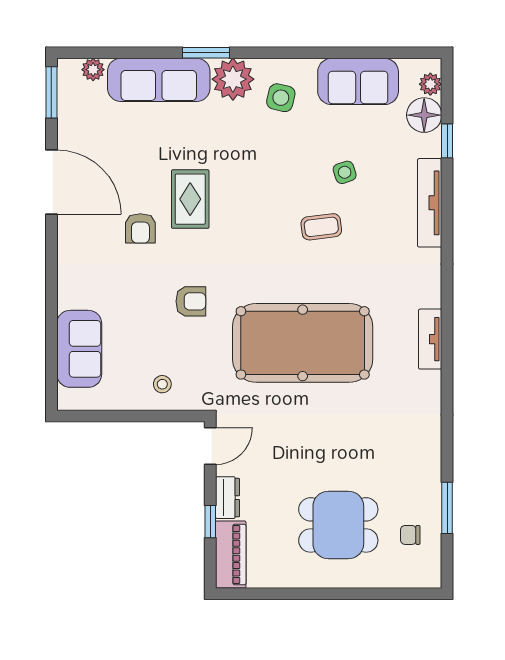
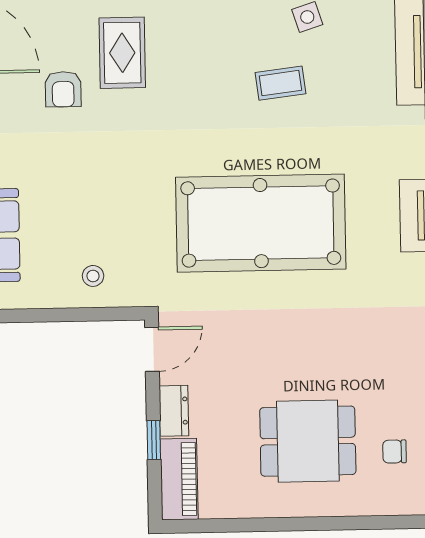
armchair: (191, 301) -> (125, 176), removed

